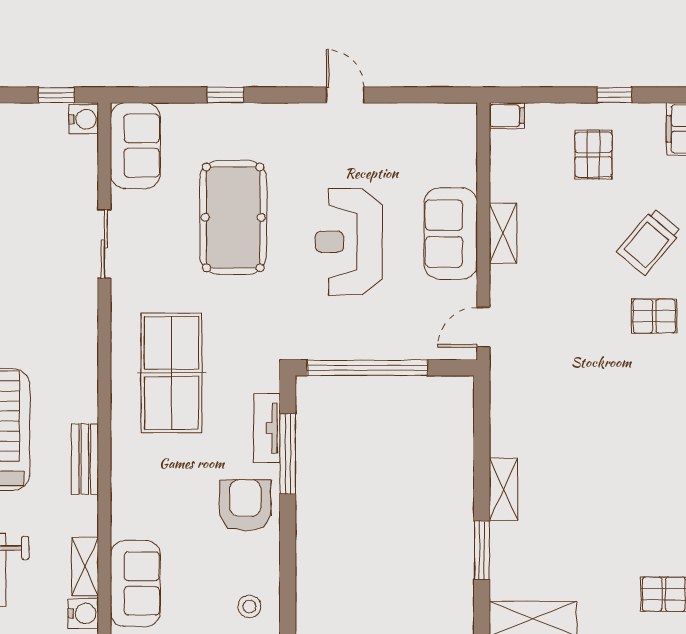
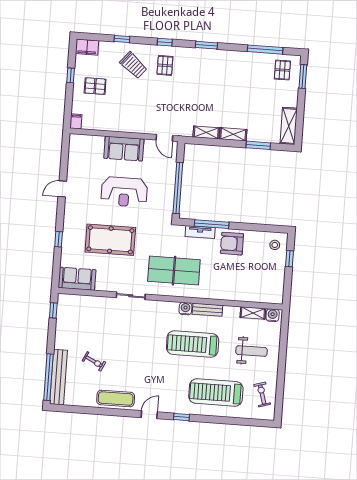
water cooler: (84, 119) -> (185, 309), moved
shelving: (503, 233) -> (206, 133), moved
sliding door: (104, 244) -> (131, 296), moved
sofa: (135, 584) -> (262, 292), removed

